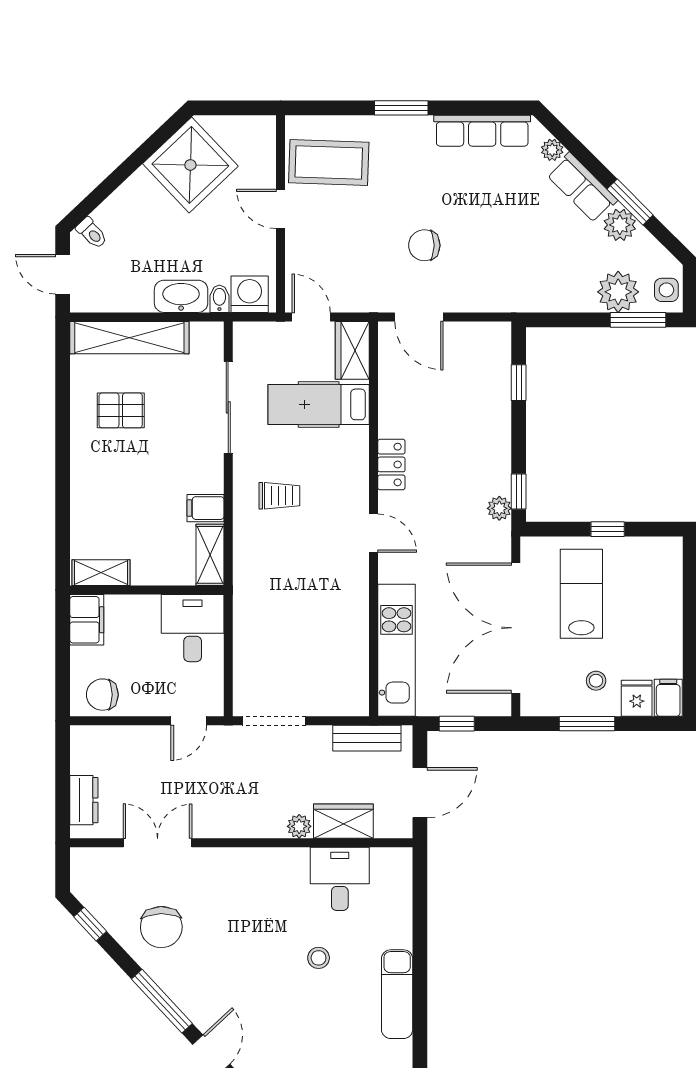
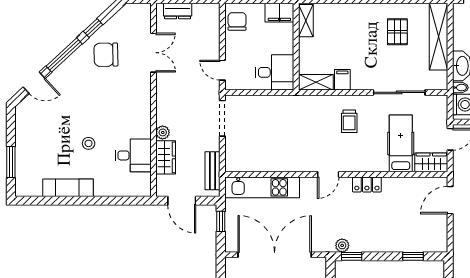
window: (90, 924) -> (93, 28), moved

